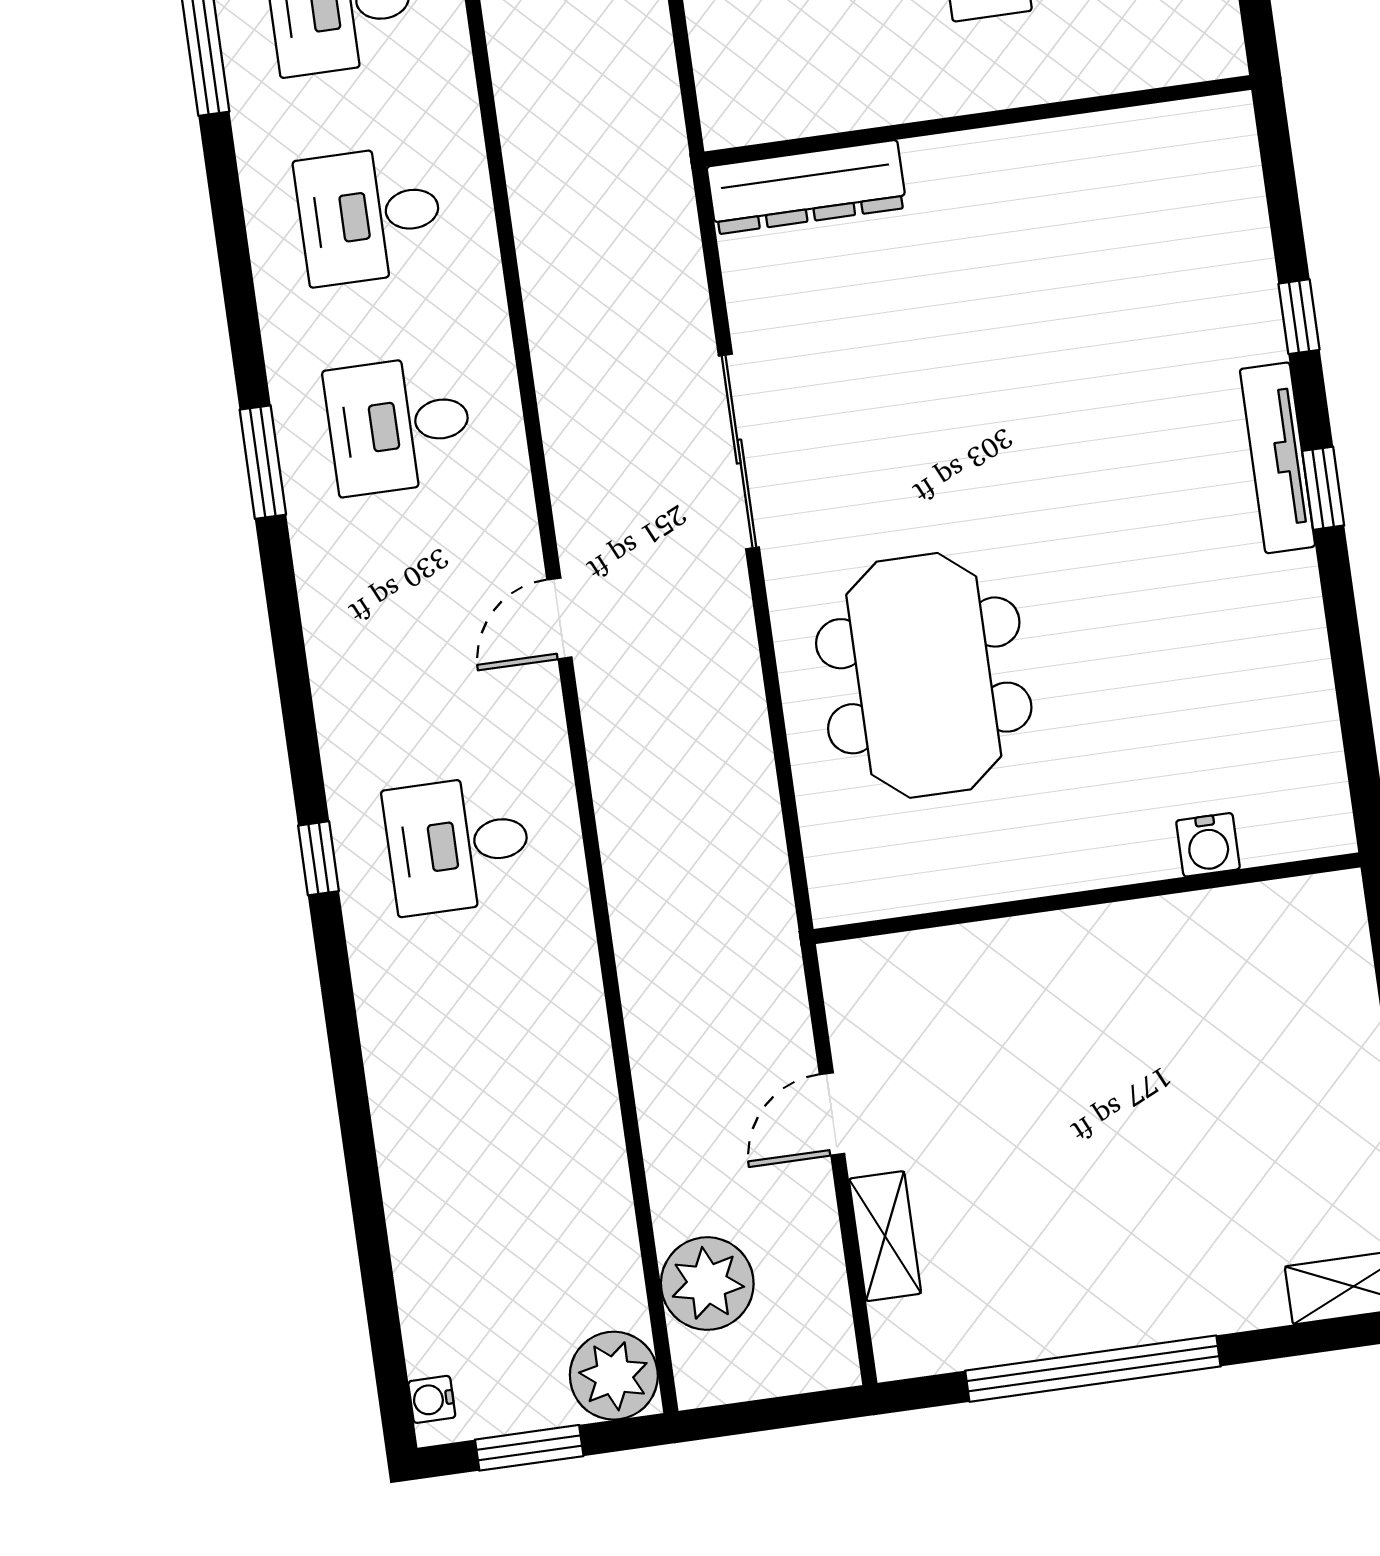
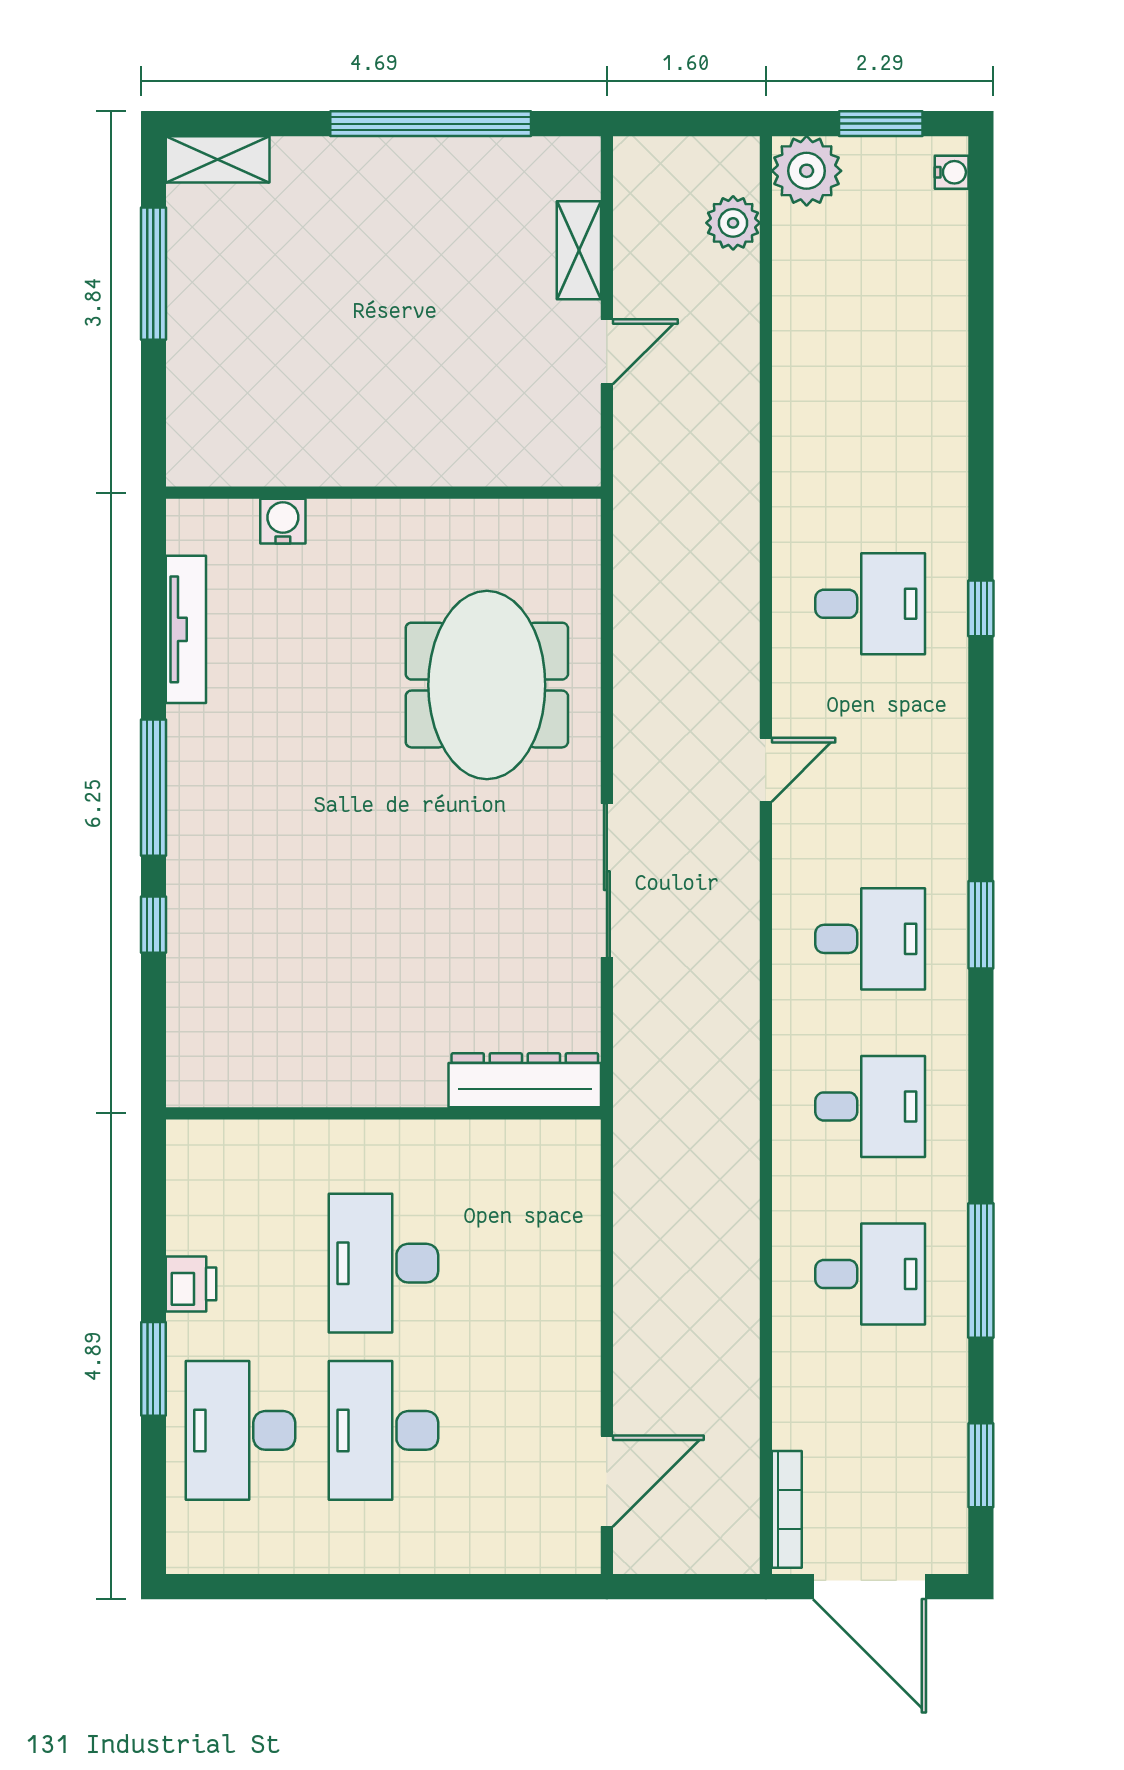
tv unit: (1277, 458) -> (186, 629), moved
window: (1323, 488) -> (153, 788), width x2.17
plant: (707, 1284) -> (733, 223), width x0.73, depth x0.73

